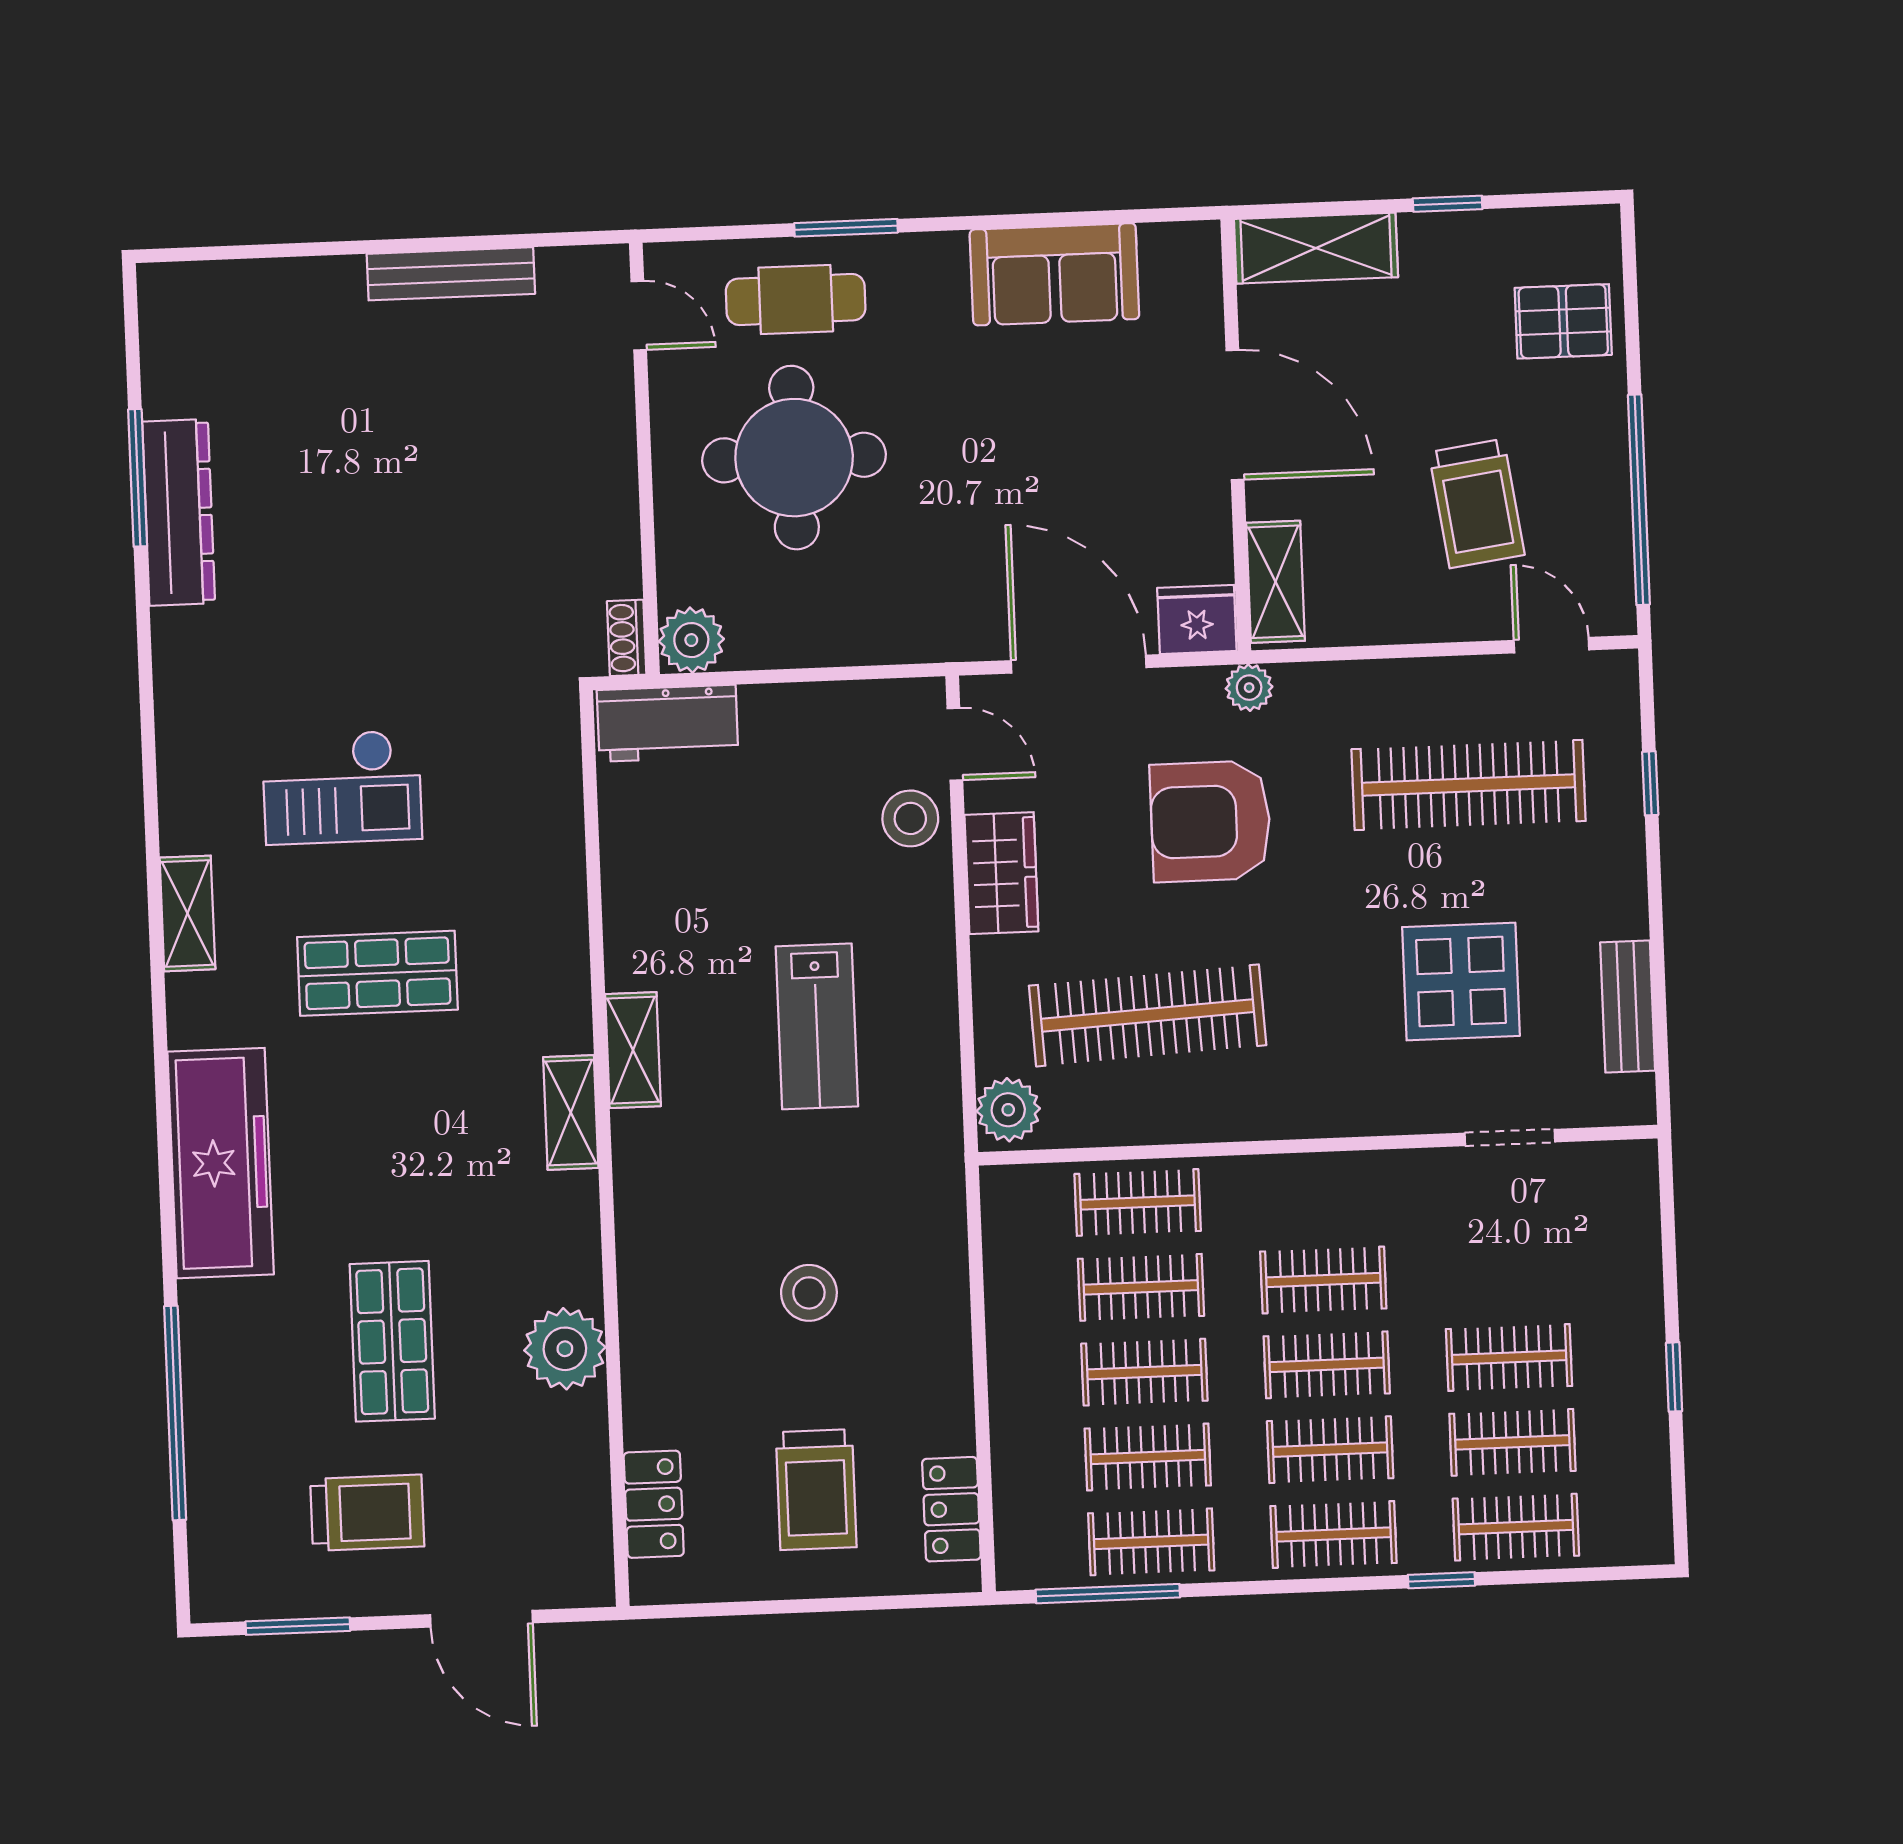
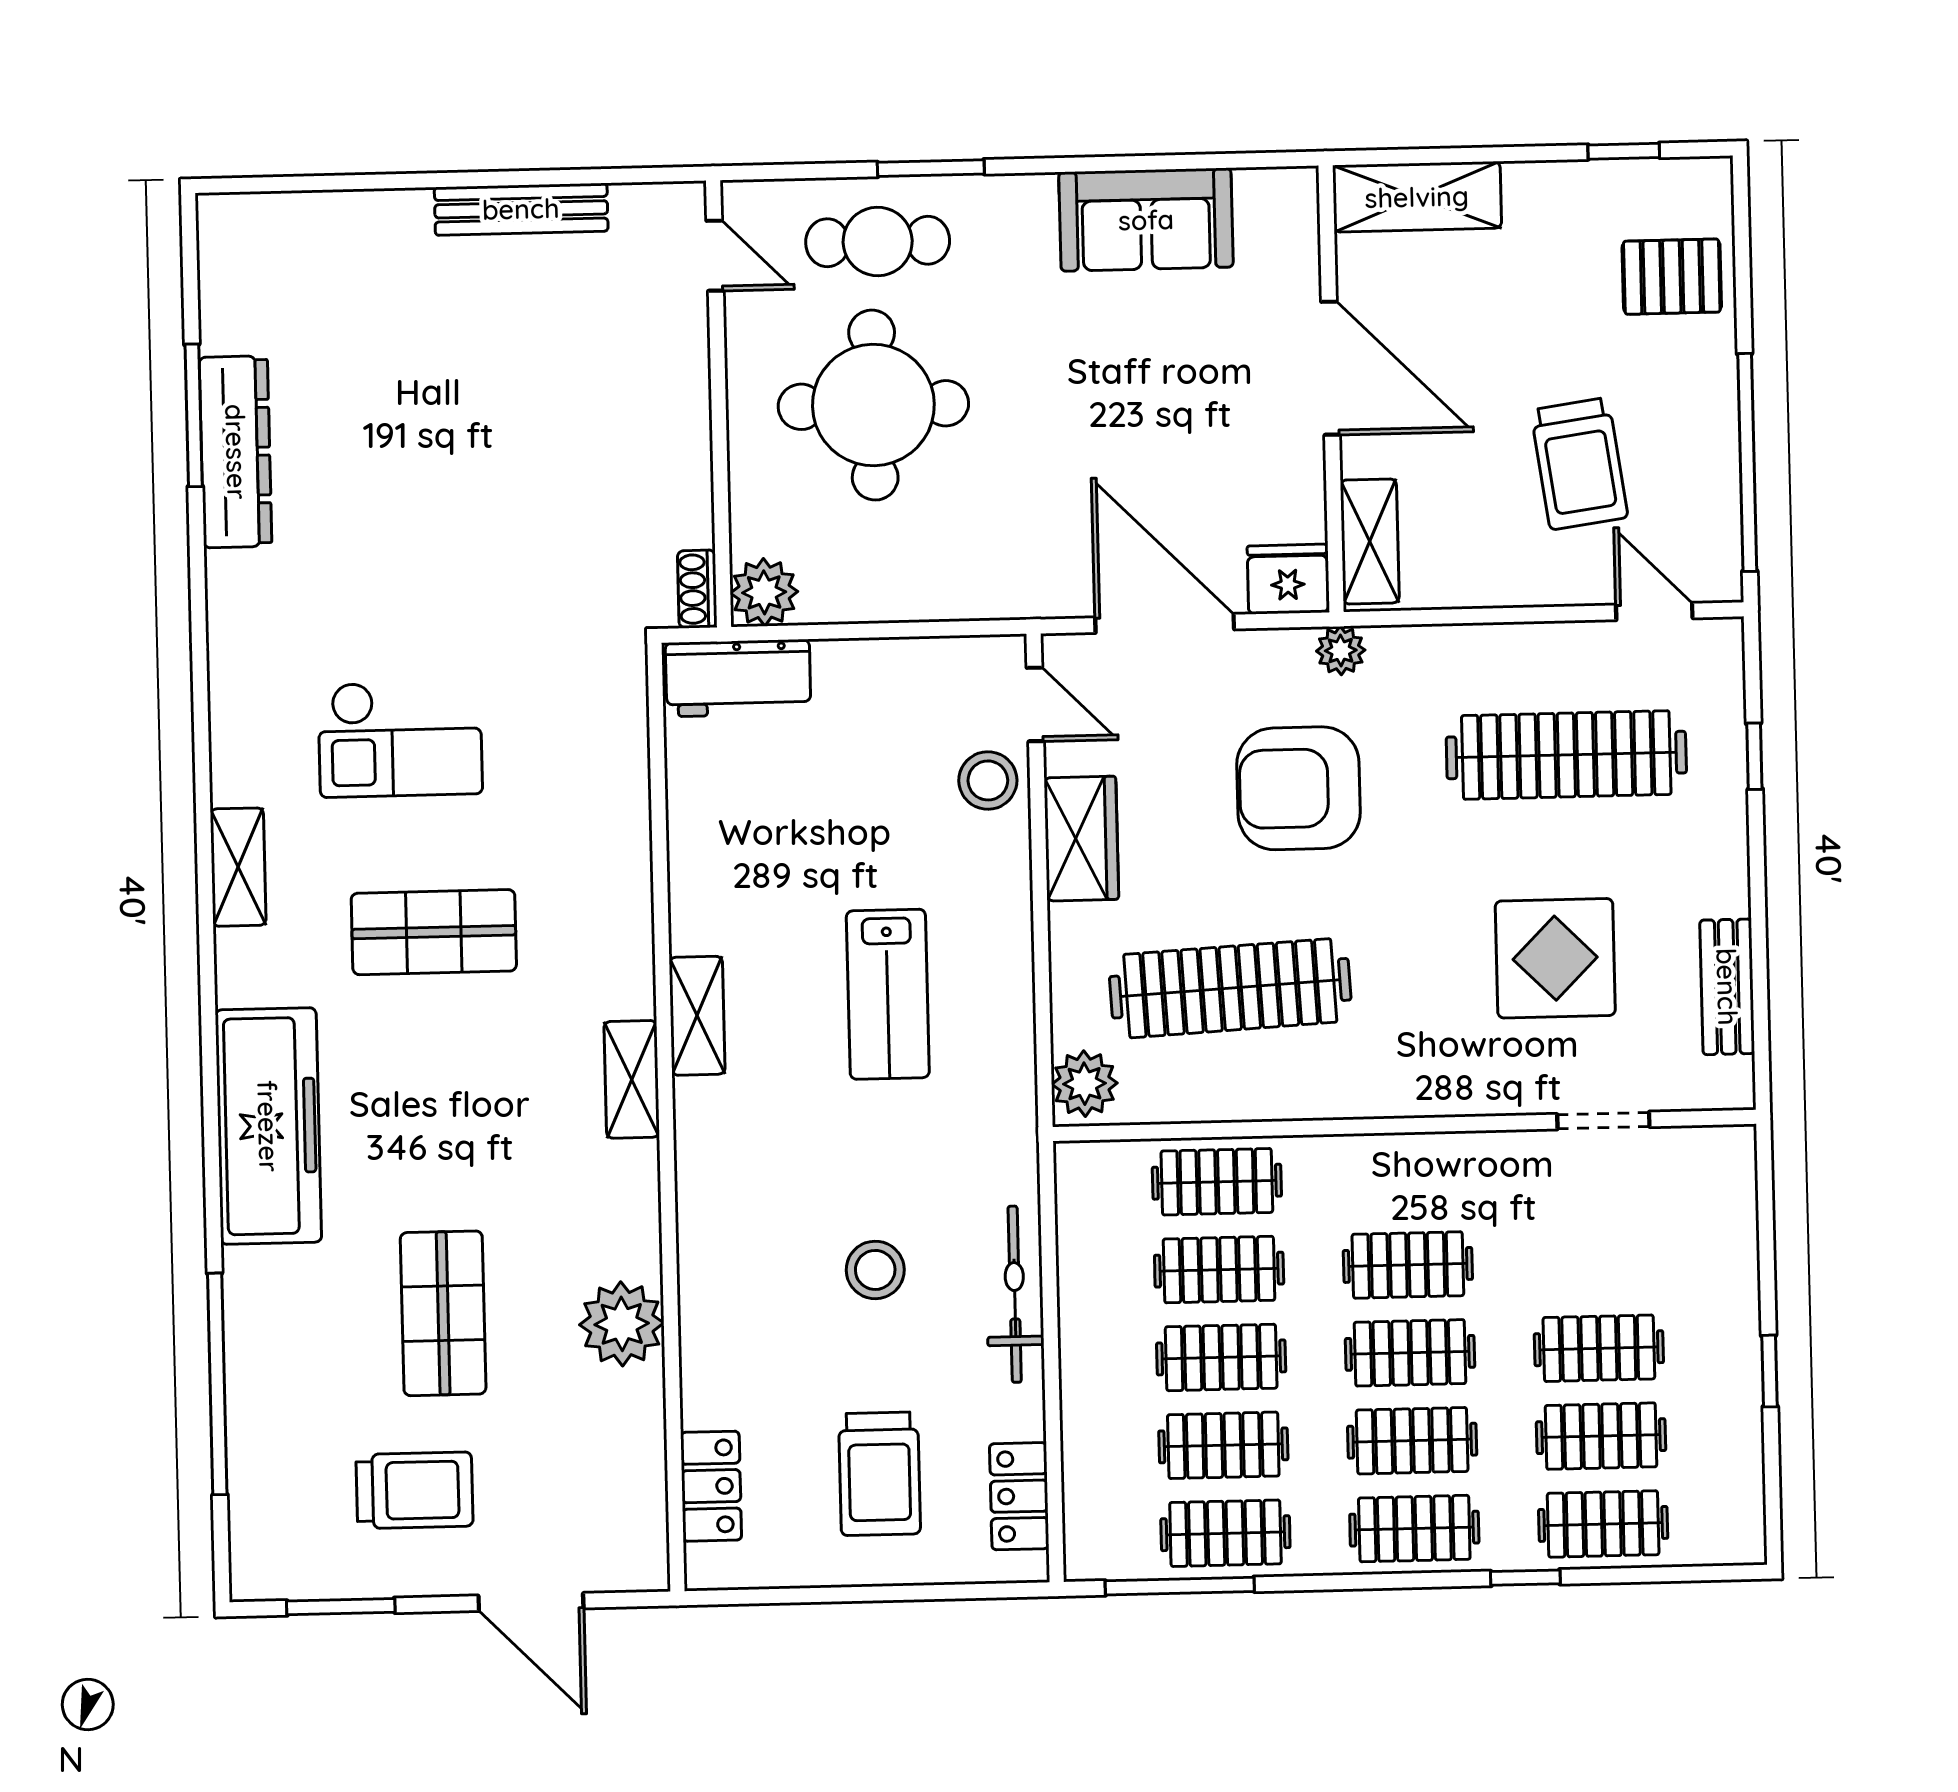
window: (1448, 204) -> (1624, 151), moved
bicycle: (944, 1314) -> (1015, 1294), added

